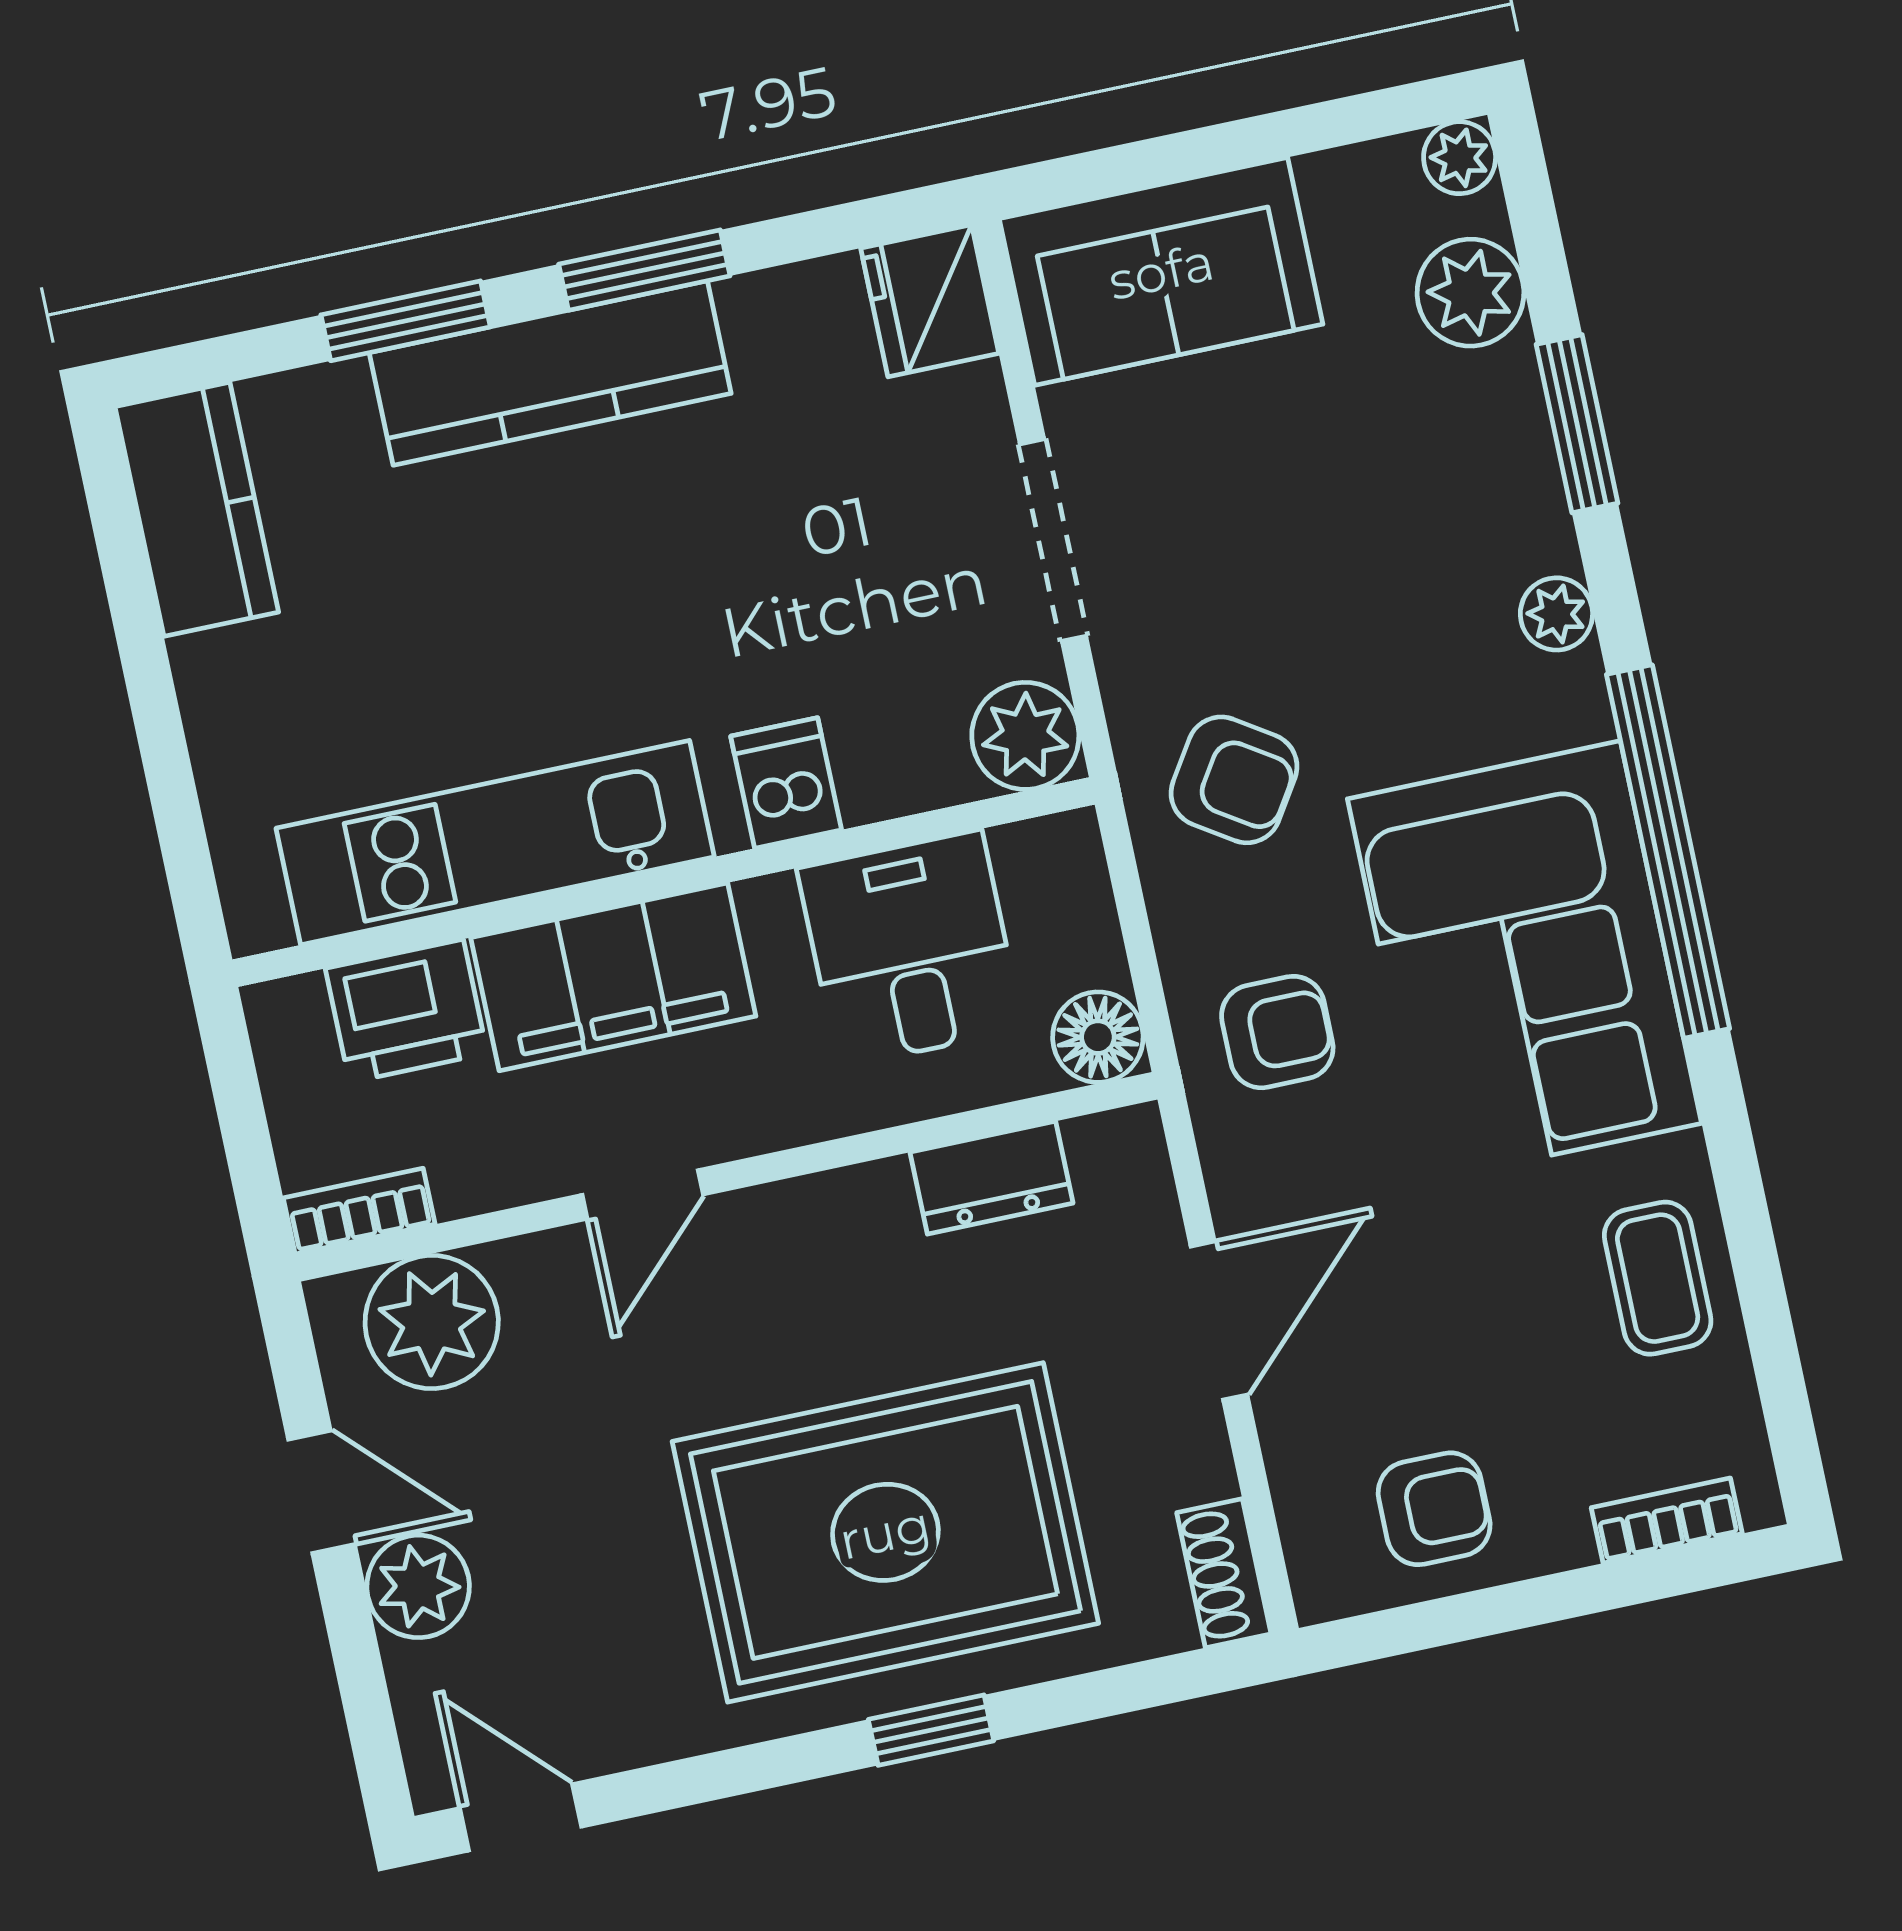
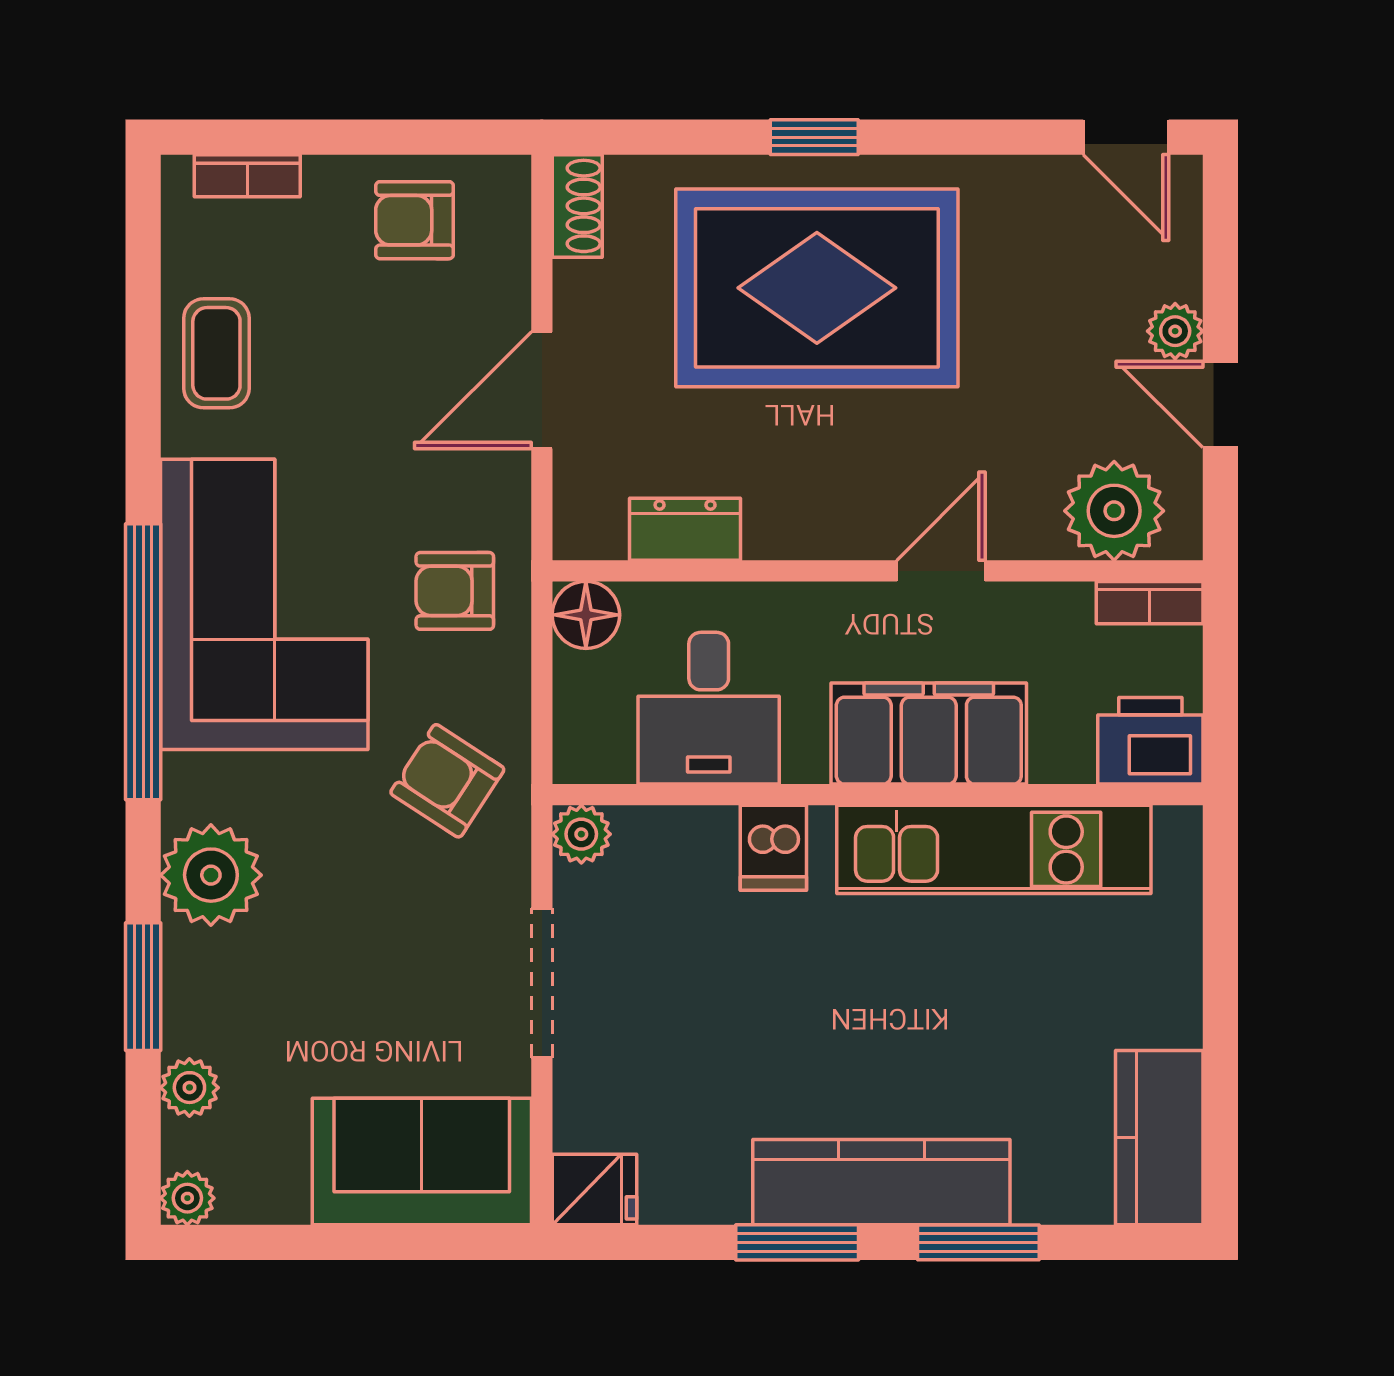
plant: (1470, 293) -> (189, 1088), width x0.73, depth x0.73
fridge: (930, 301) -> (594, 1190), width x0.72
plant: (1556, 614) -> (211, 875), width x1.87, depth x1.87
plant: (1025, 736) -> (581, 834), width x0.73, depth x0.73
printer: (406, 1011) -> (1150, 741), moved
plant: (418, 1586) -> (1175, 331), width x0.73, depth x0.73

